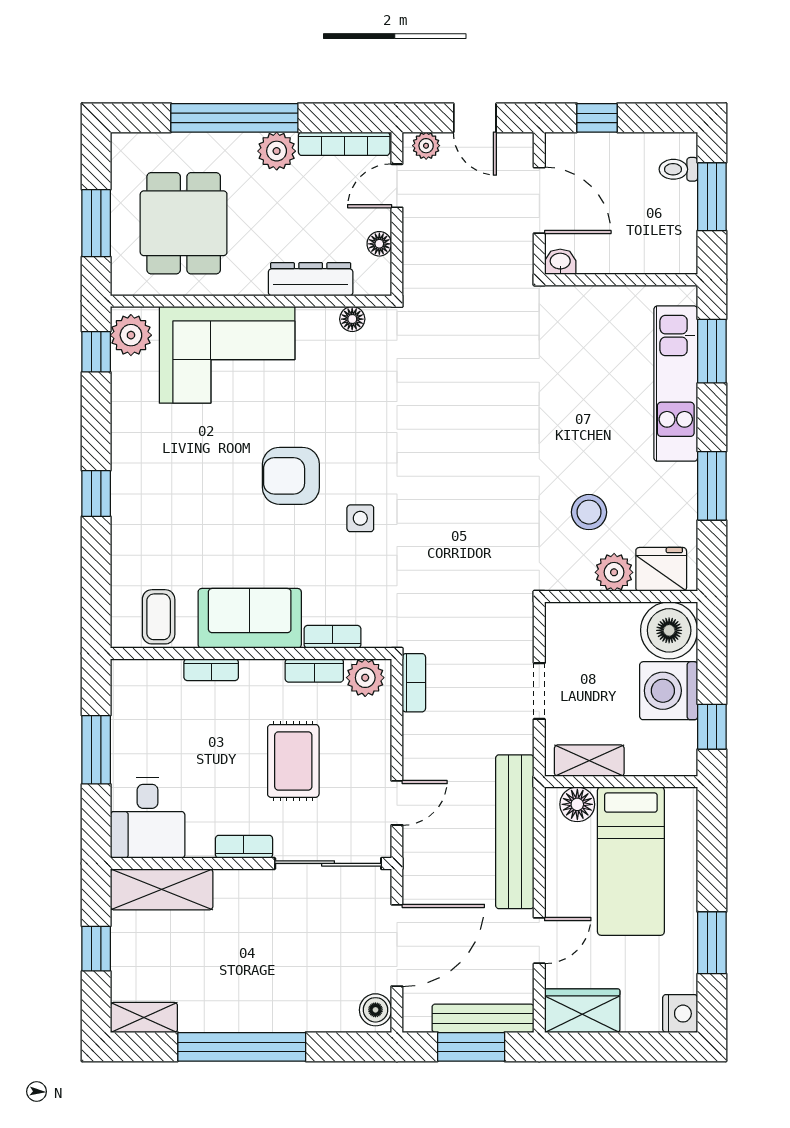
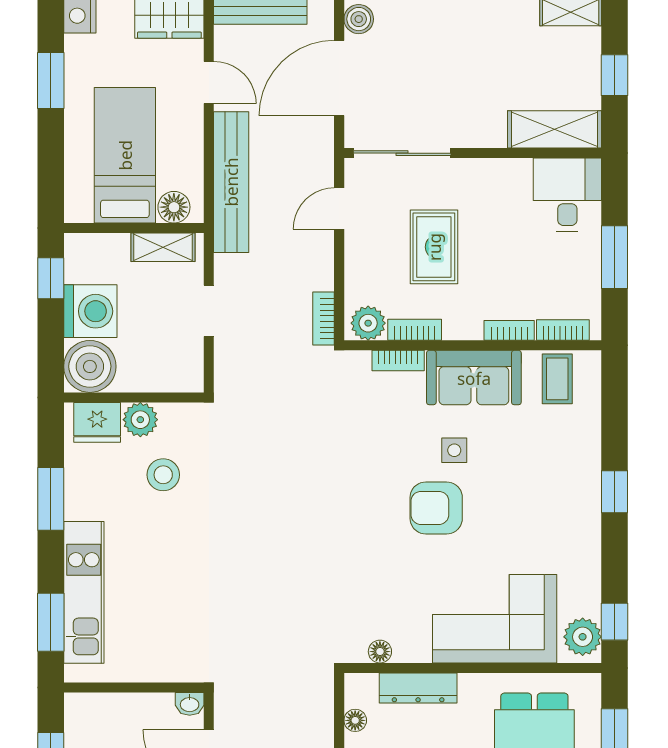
armchair: (291, 476) -> (436, 508), turned 180
side table: (360, 518) -> (454, 450), moved
bookcase: (244, 847) -> (563, 330), moved, turned 180
door: (539, 941) -> (209, 82), swing flipped

